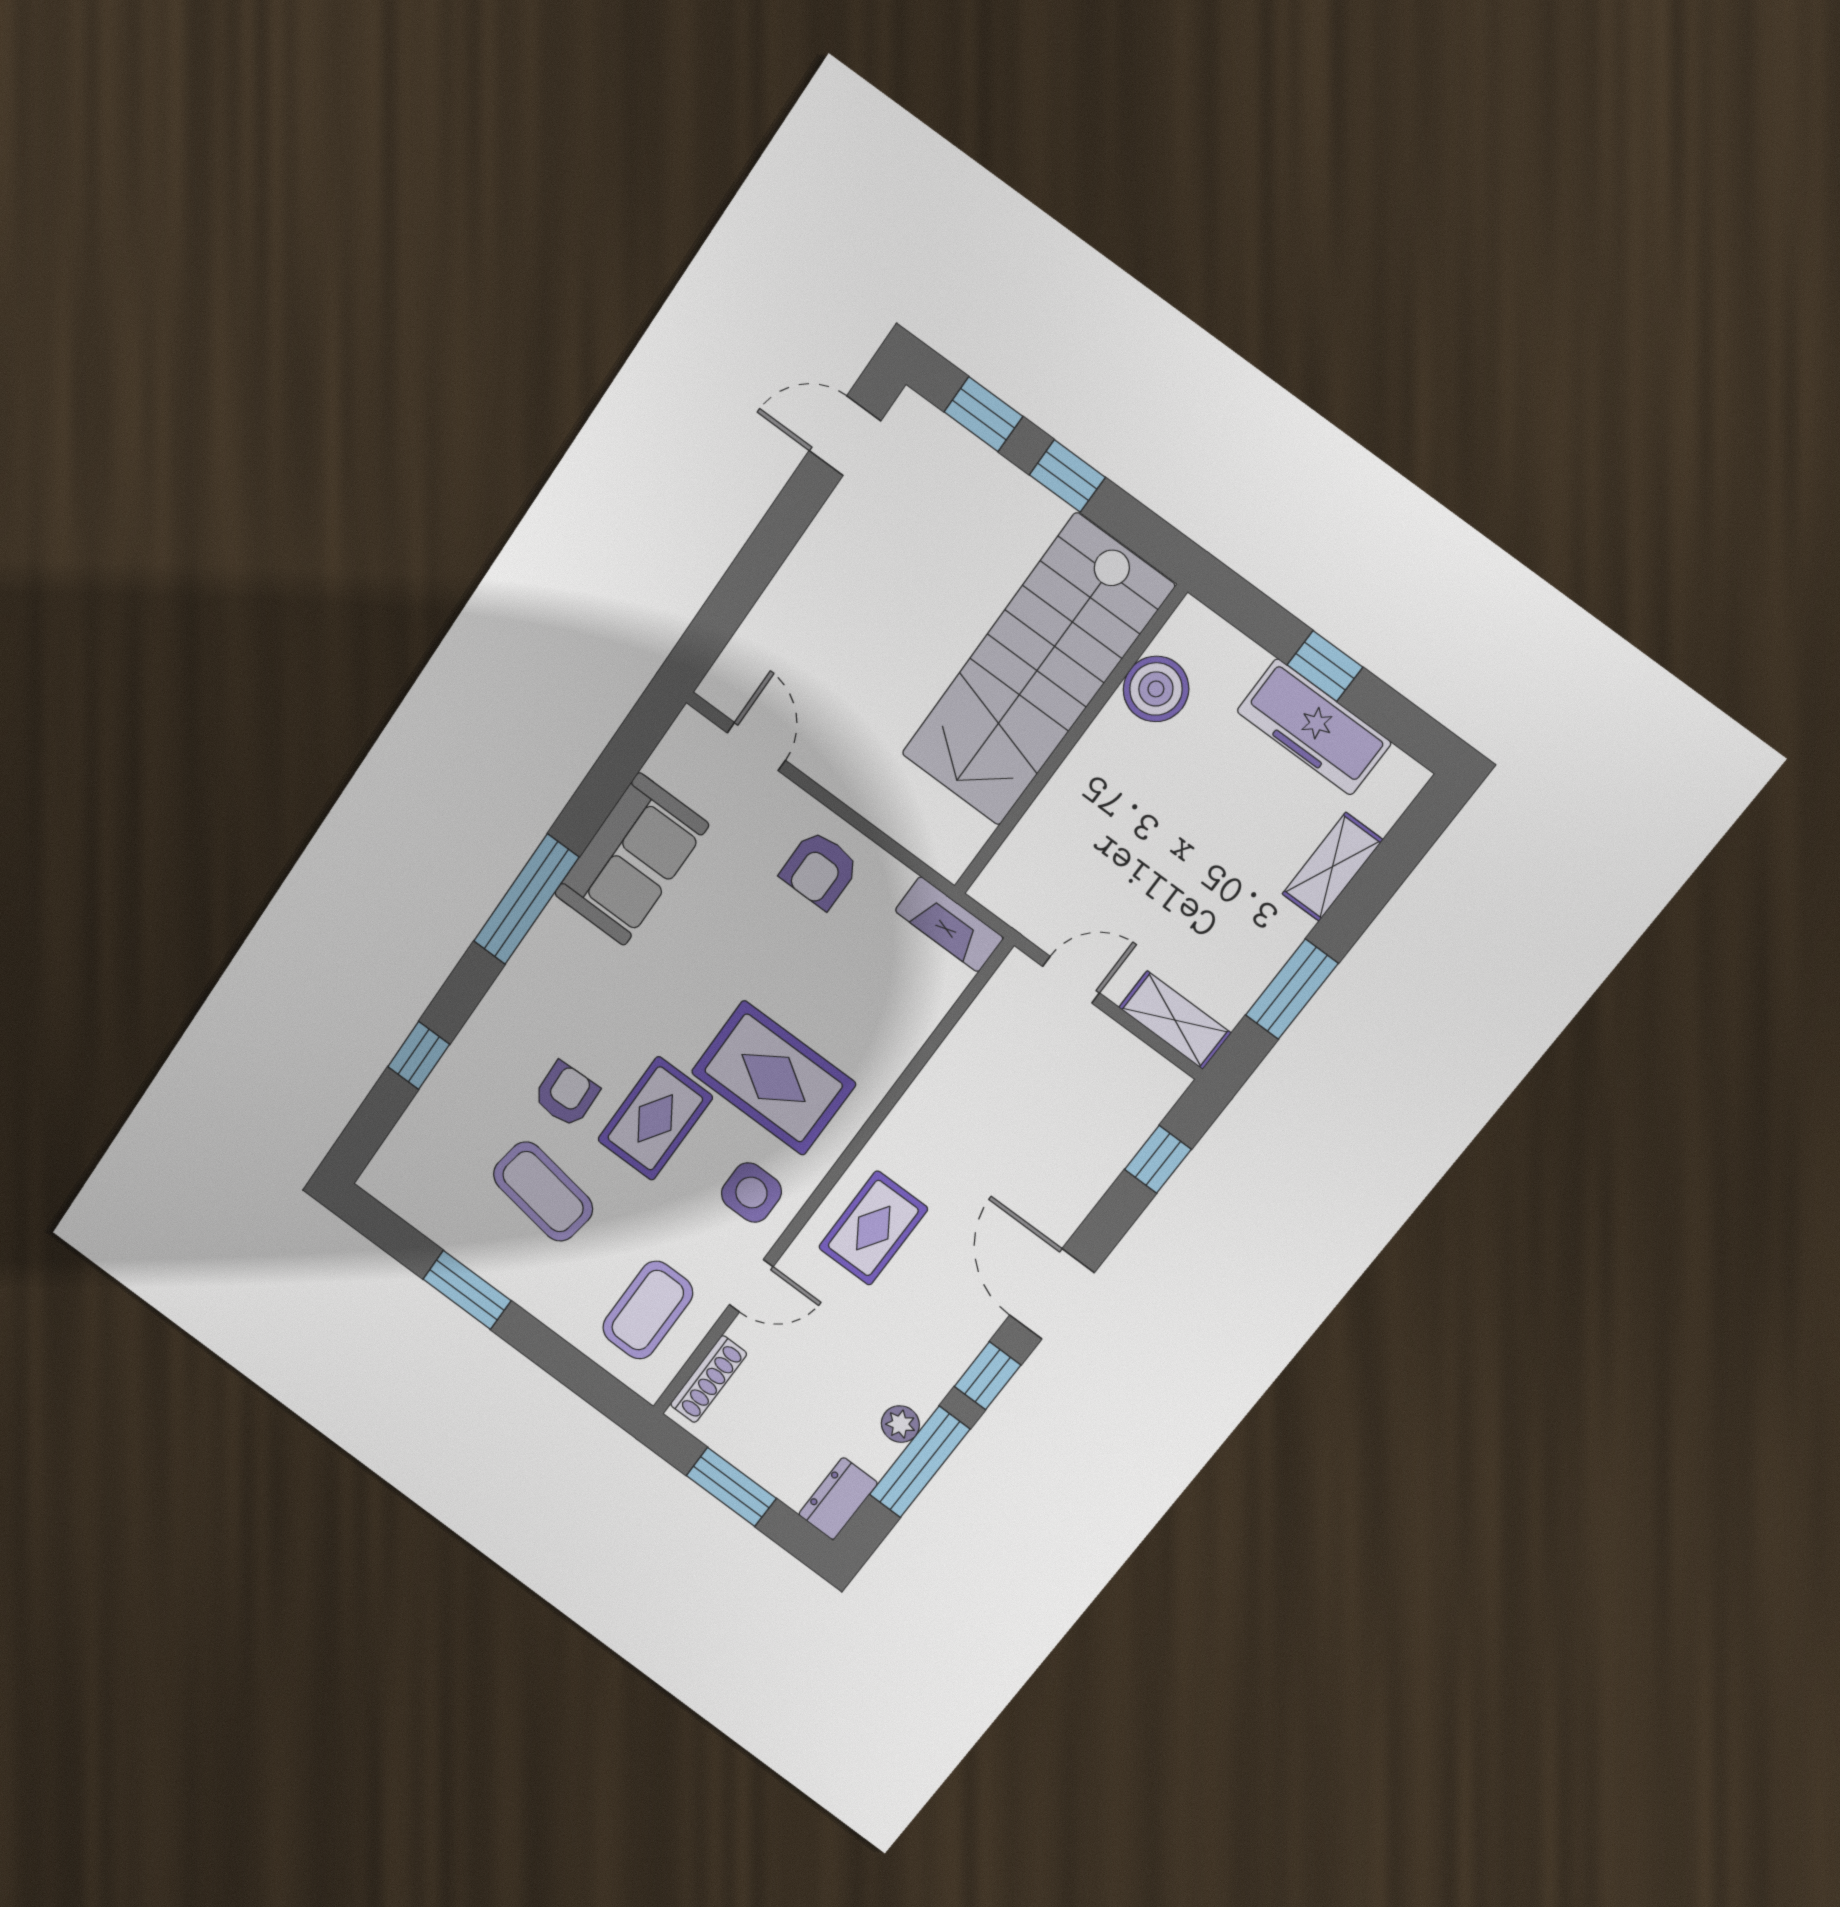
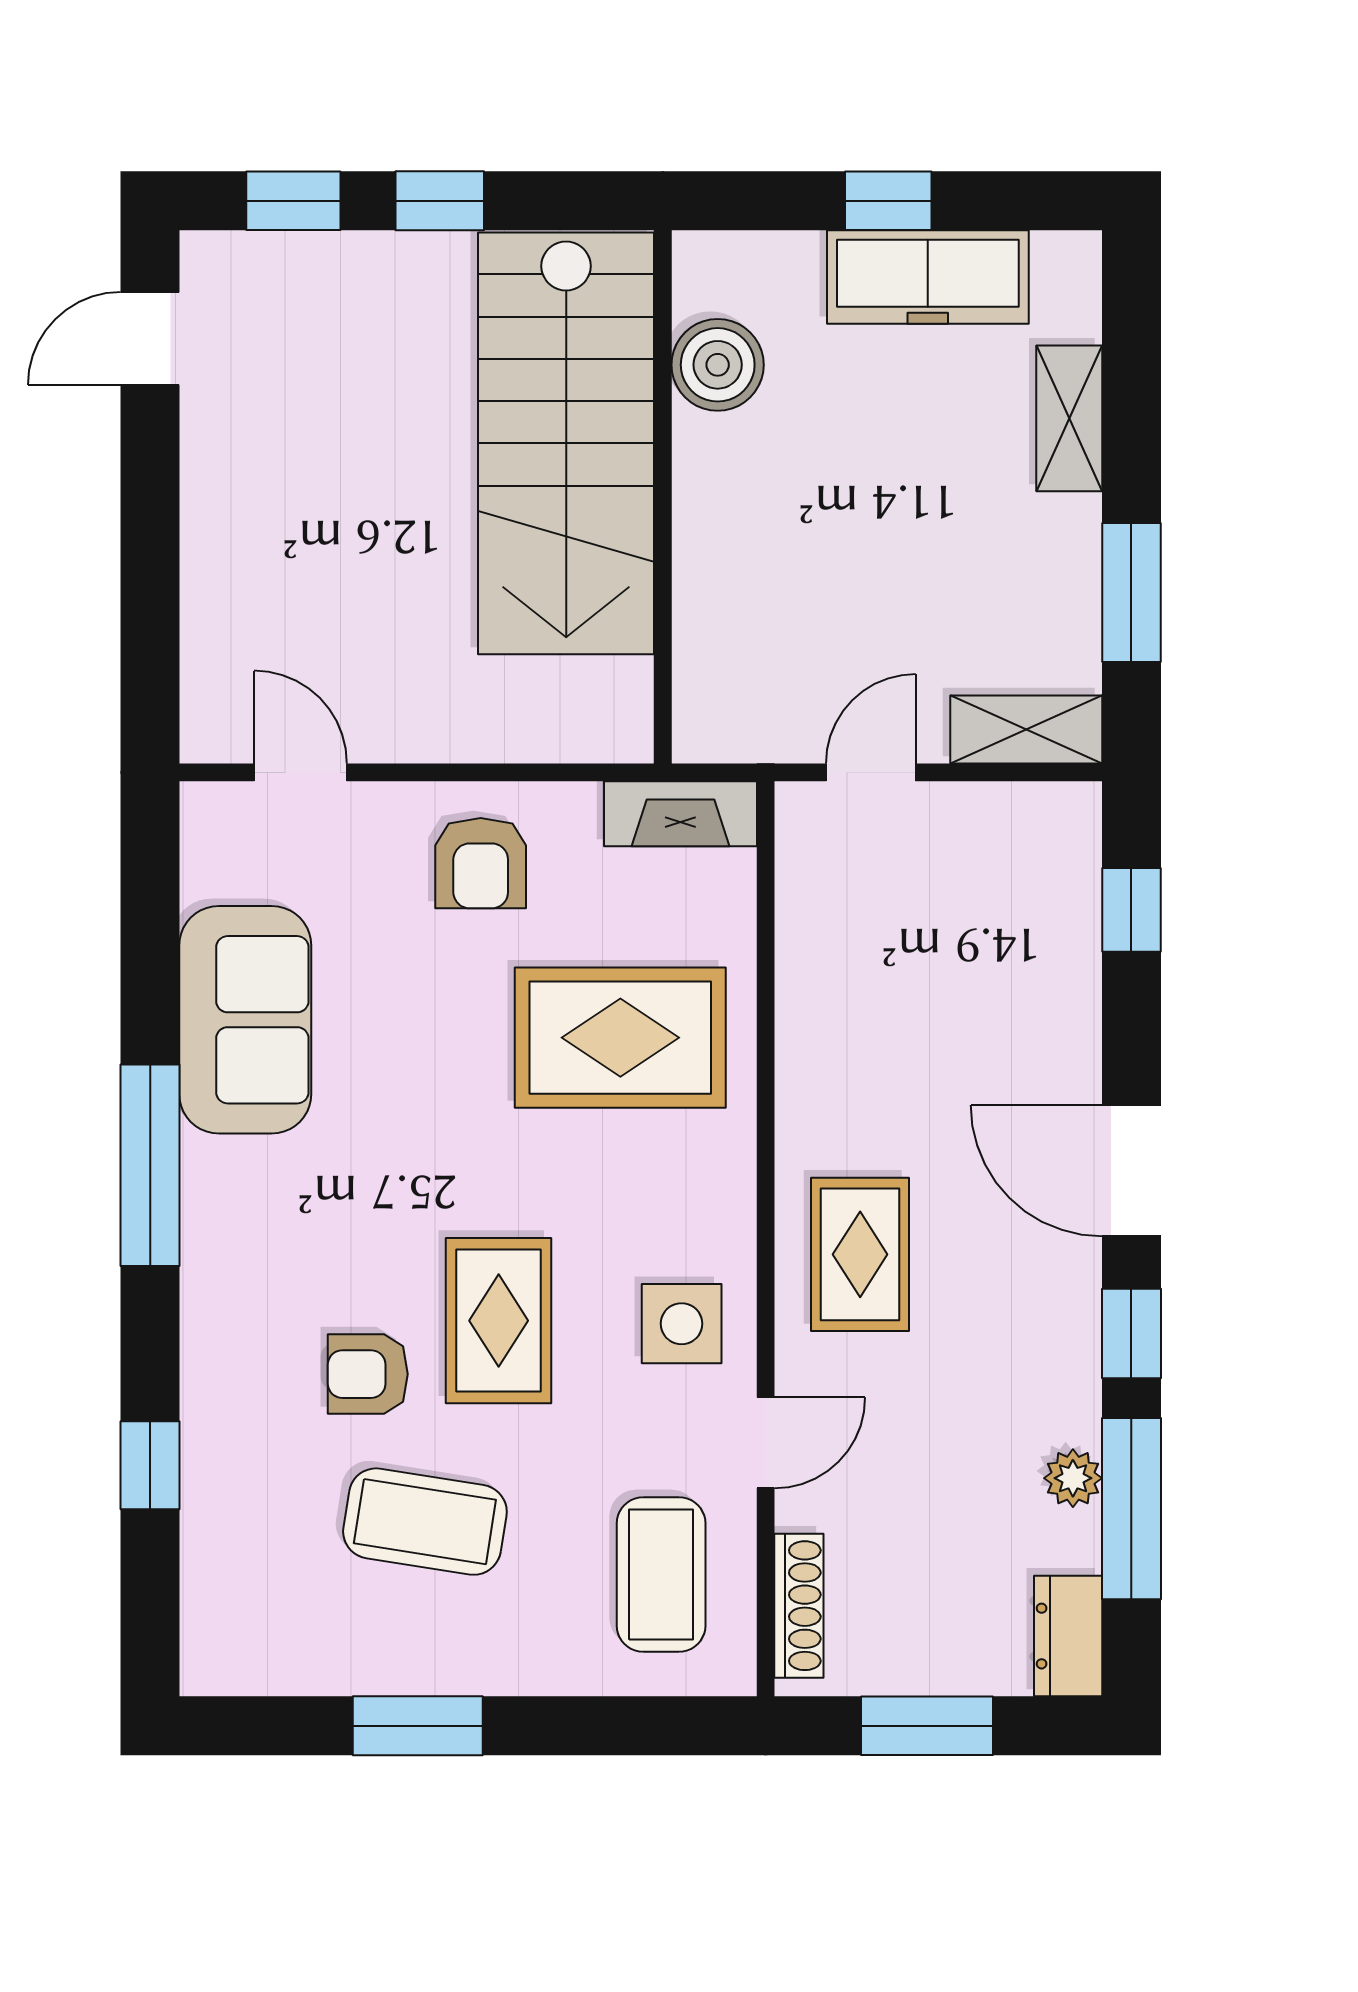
rug: (773, 1078) -> (620, 1038), moved
armchair: (566, 1094) -> (368, 1374), turned -88

